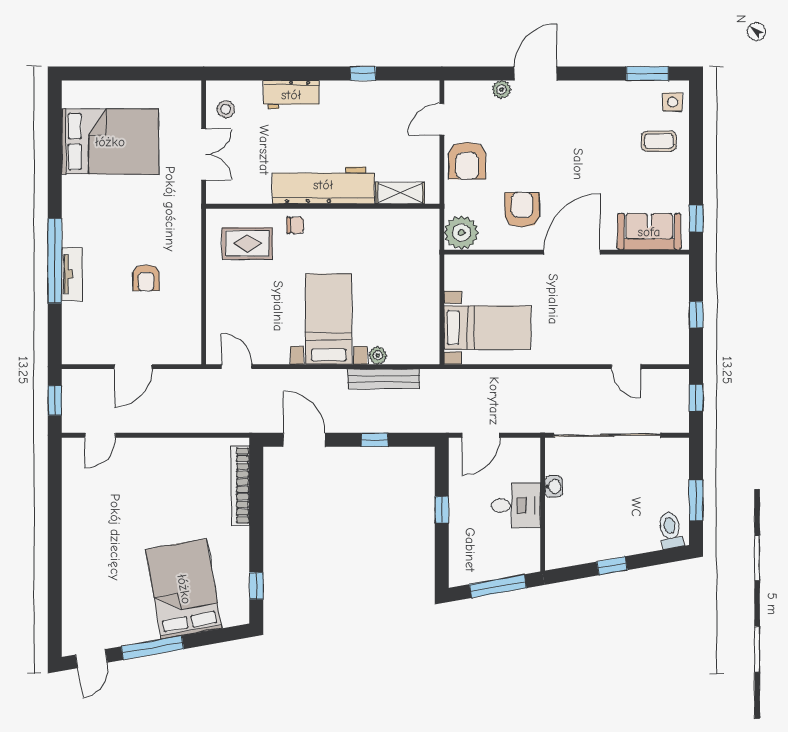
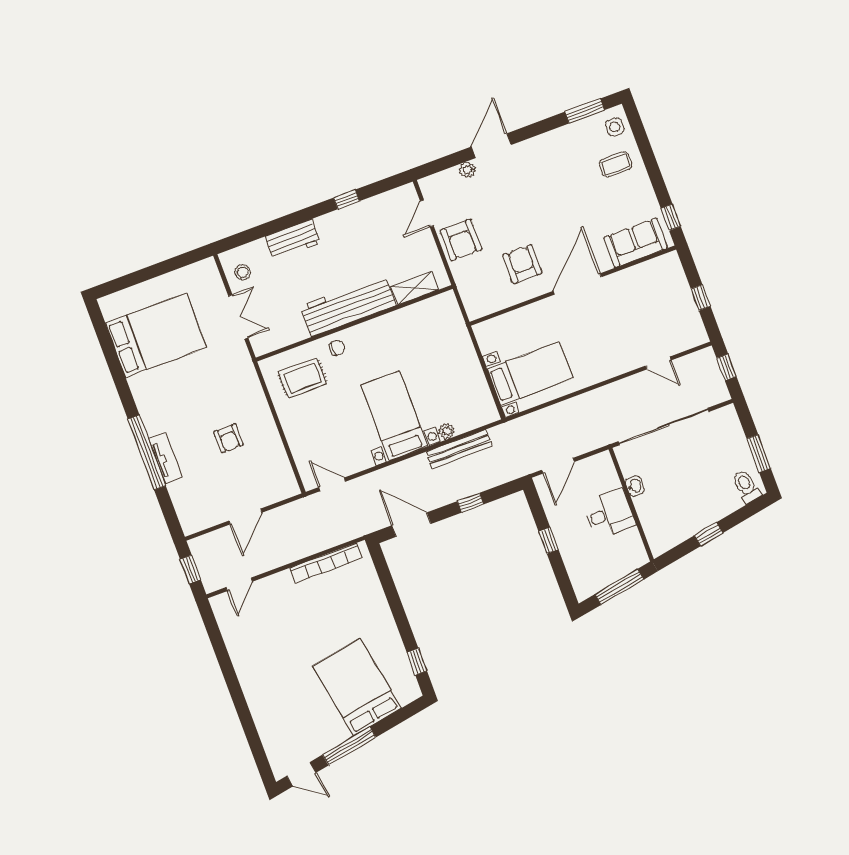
plant: (461, 233) -> (479, 302), removed
bookcase: (240, 486) -> (326, 563), moved, turned -90
door: (91, 659) -> (301, 774), hinge flipped

